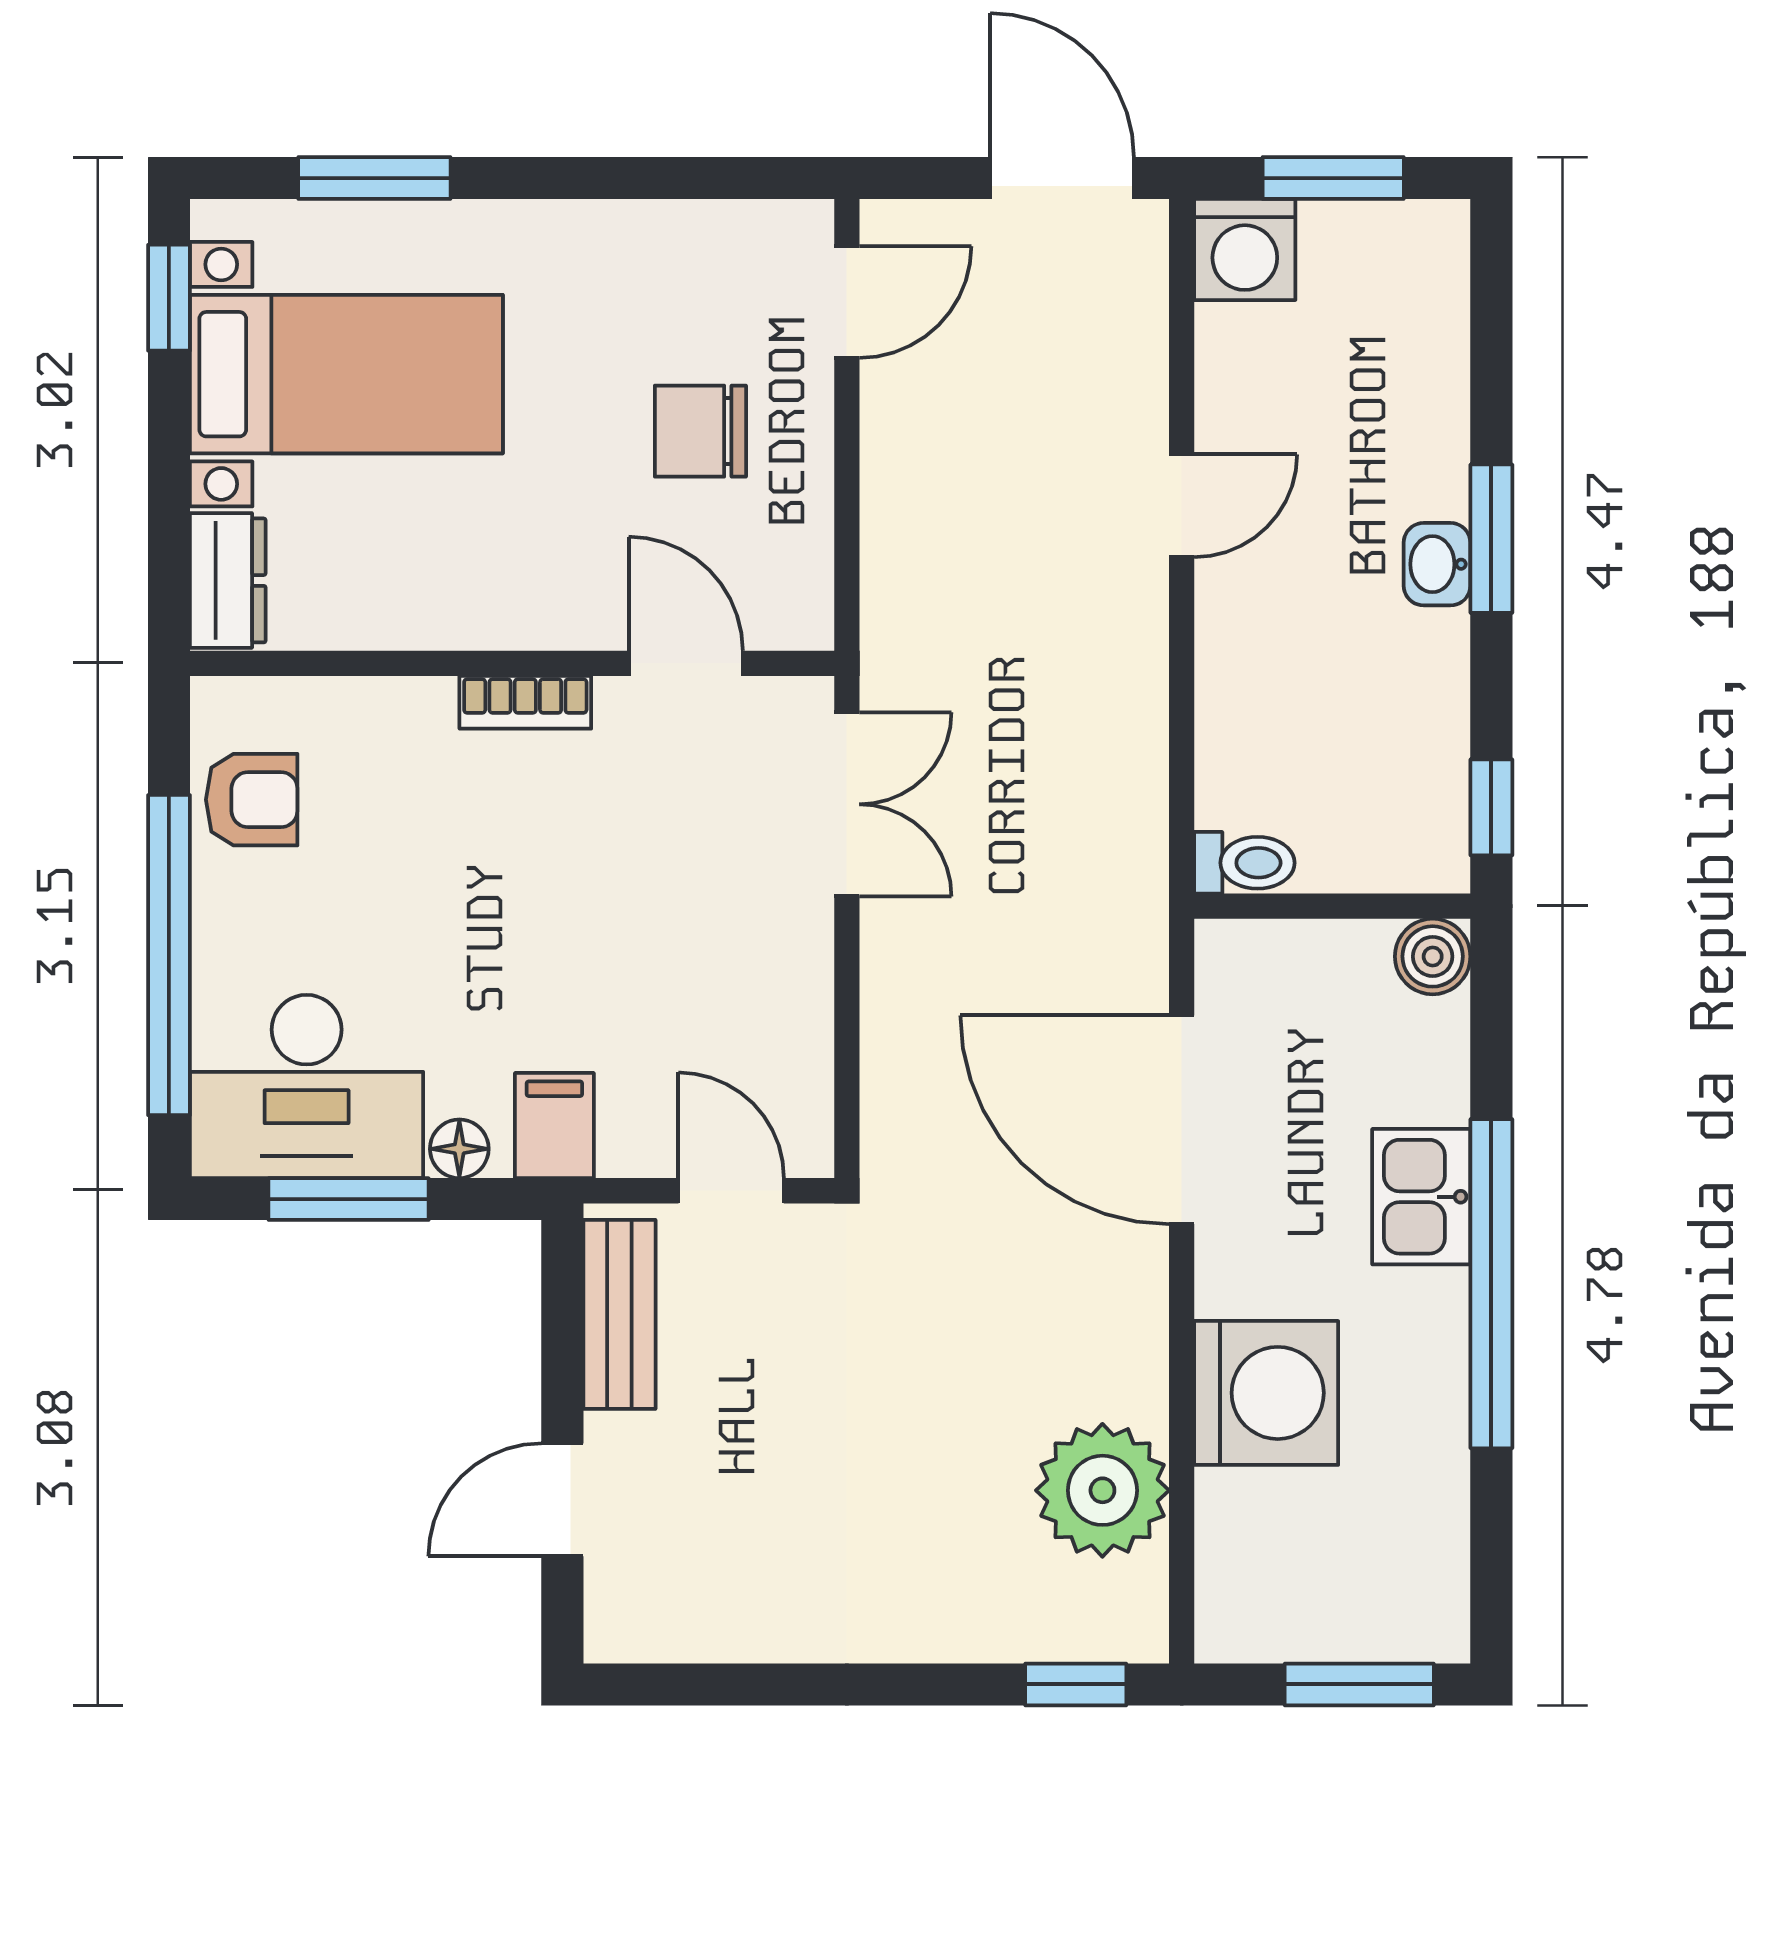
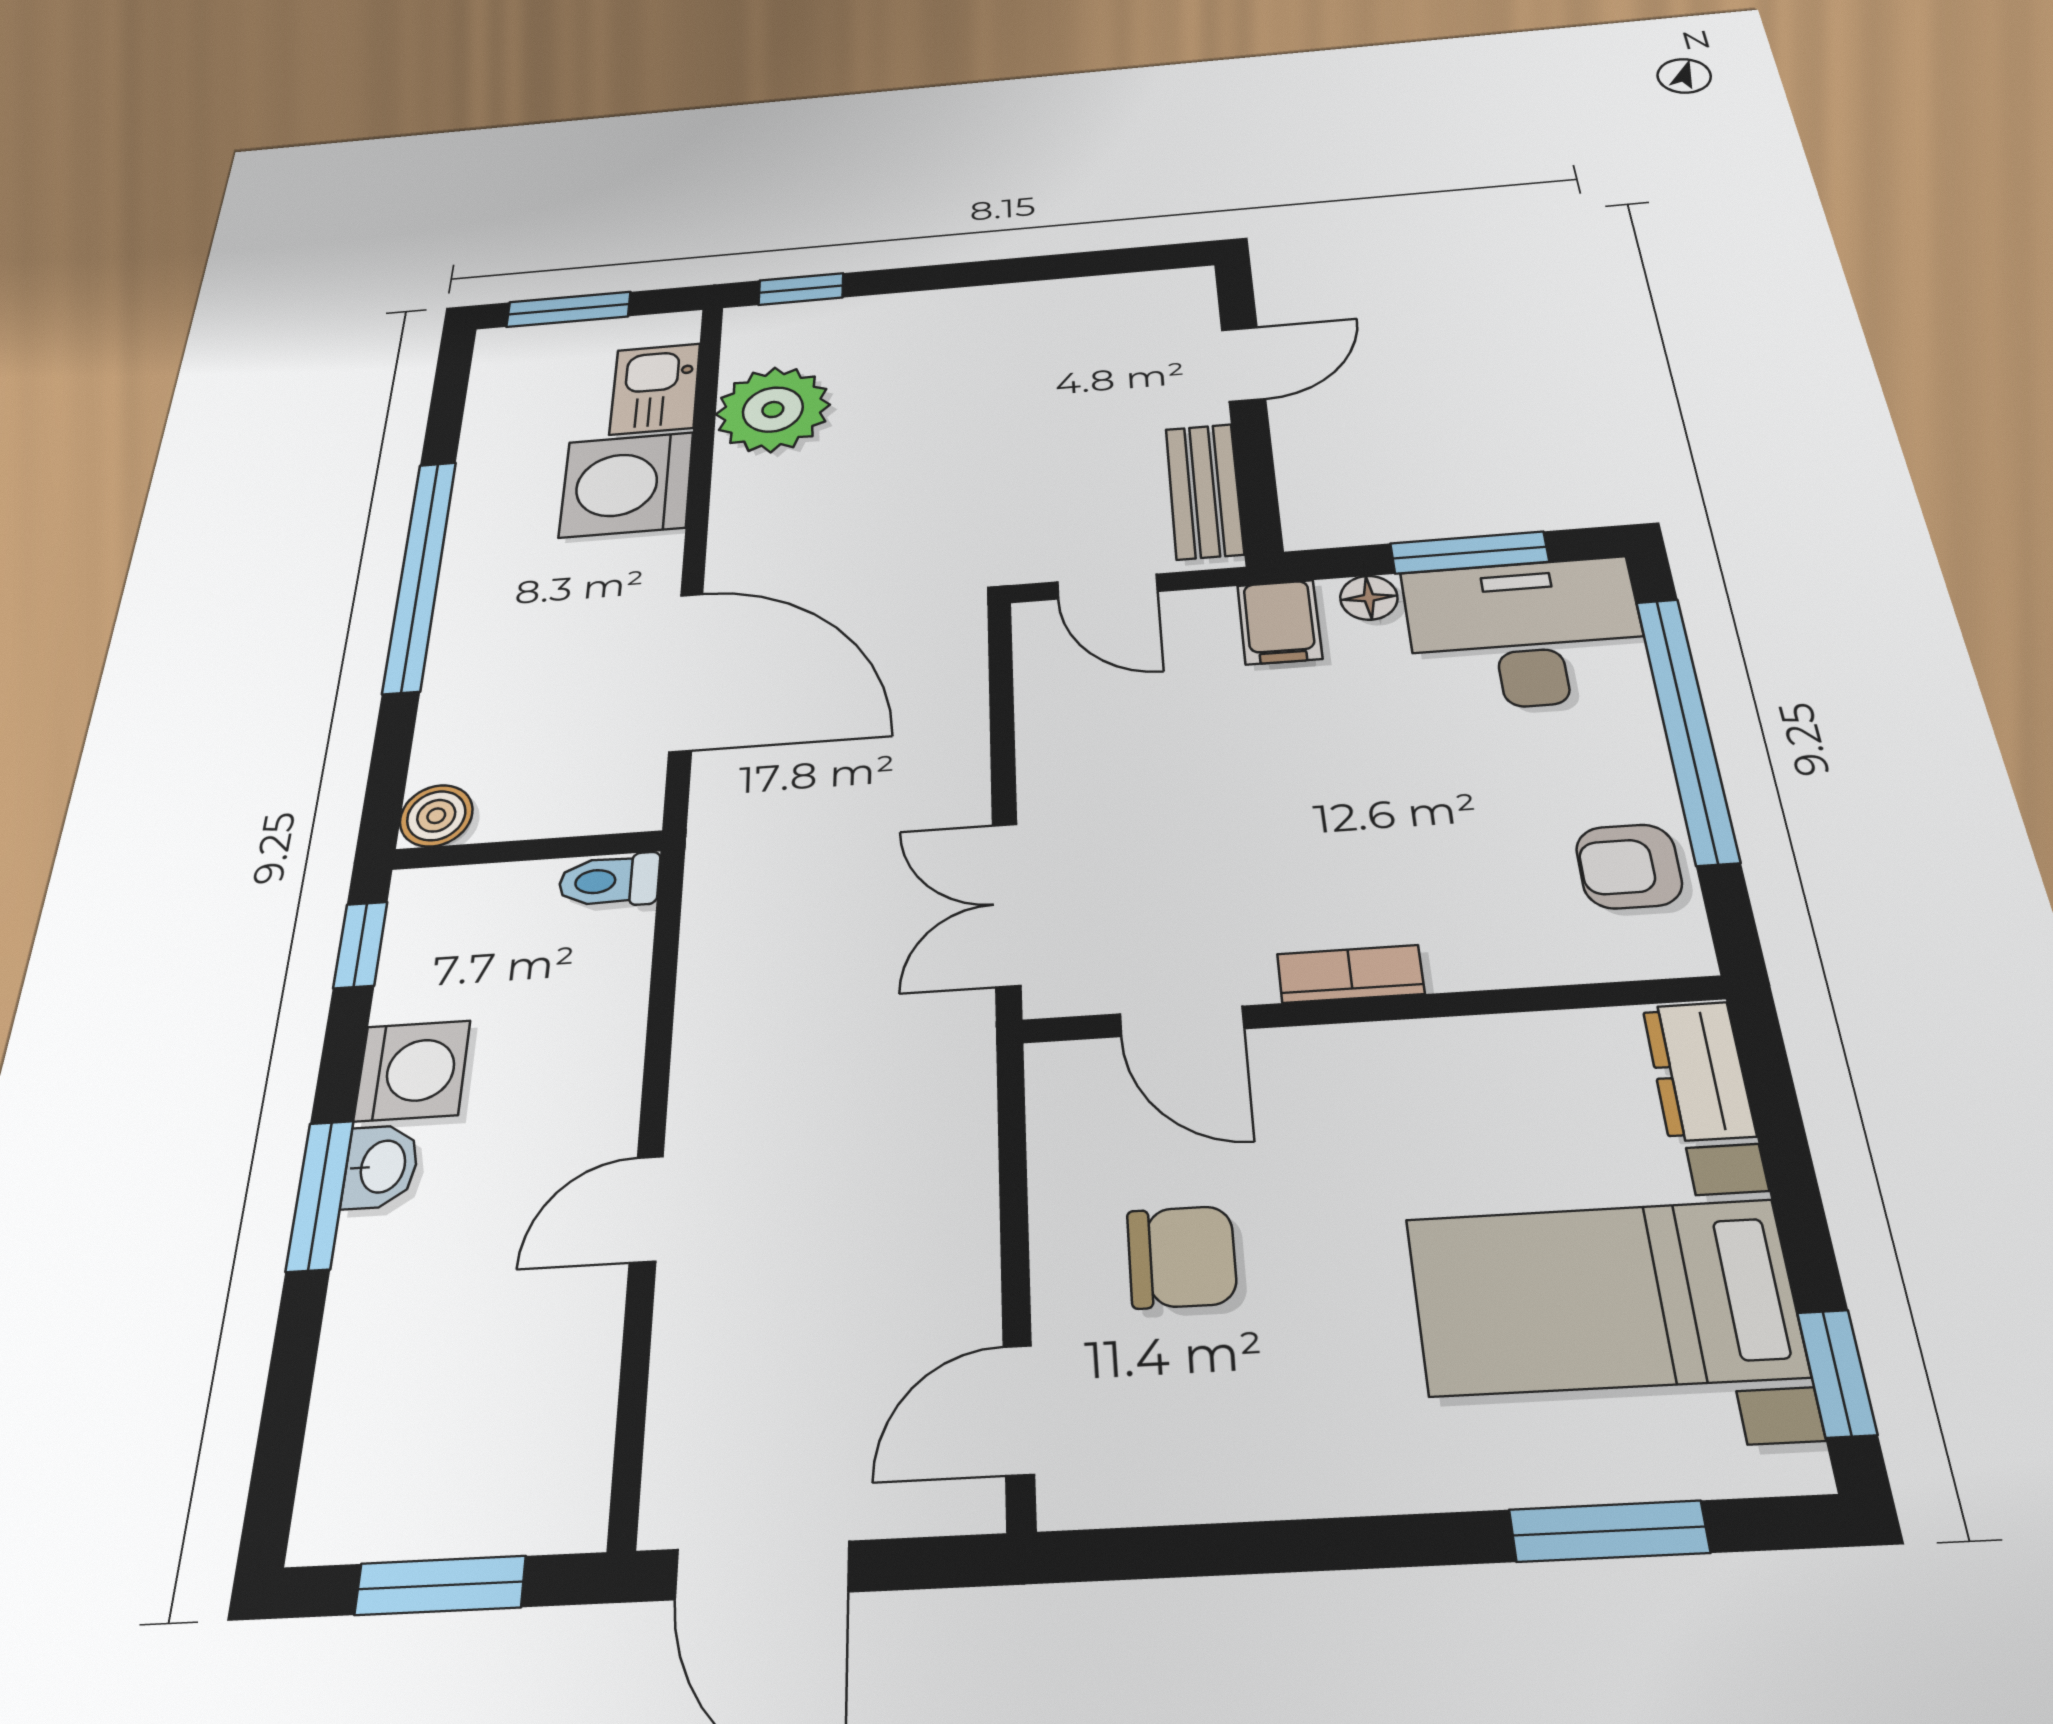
washing machine: (1245, 249) -> (412, 1071), moved, turned 90
kitchen sink: (1421, 1197) -> (655, 389), moved, turned 180

